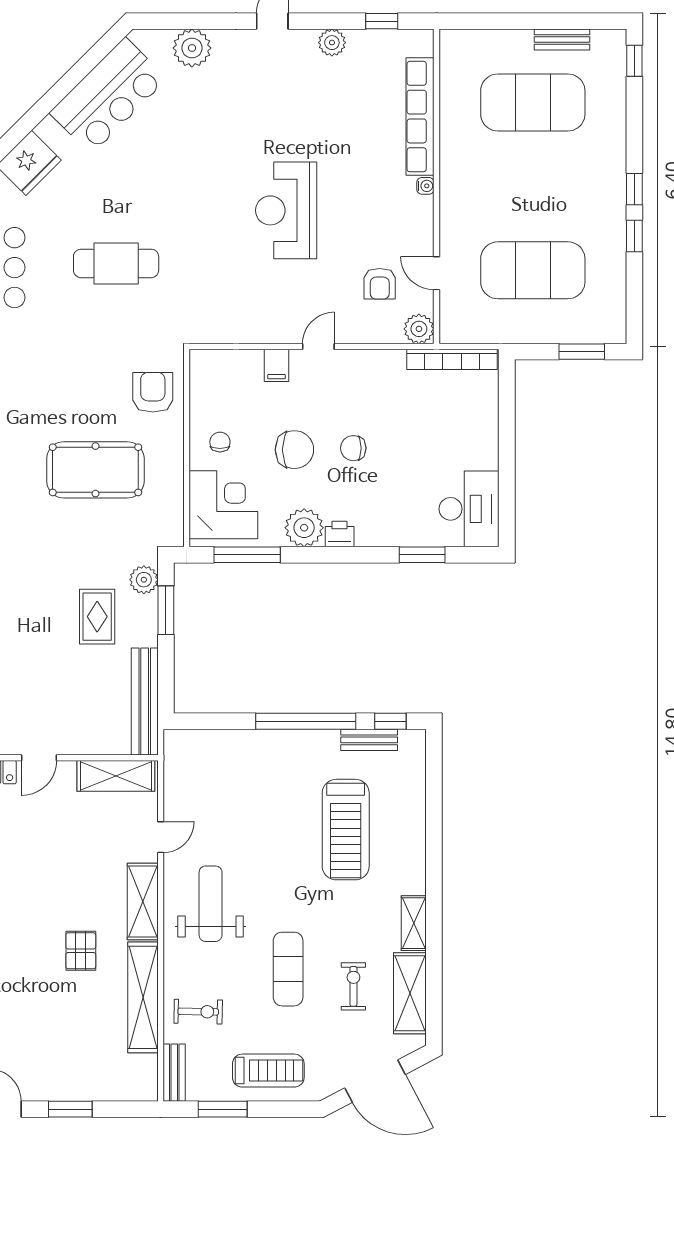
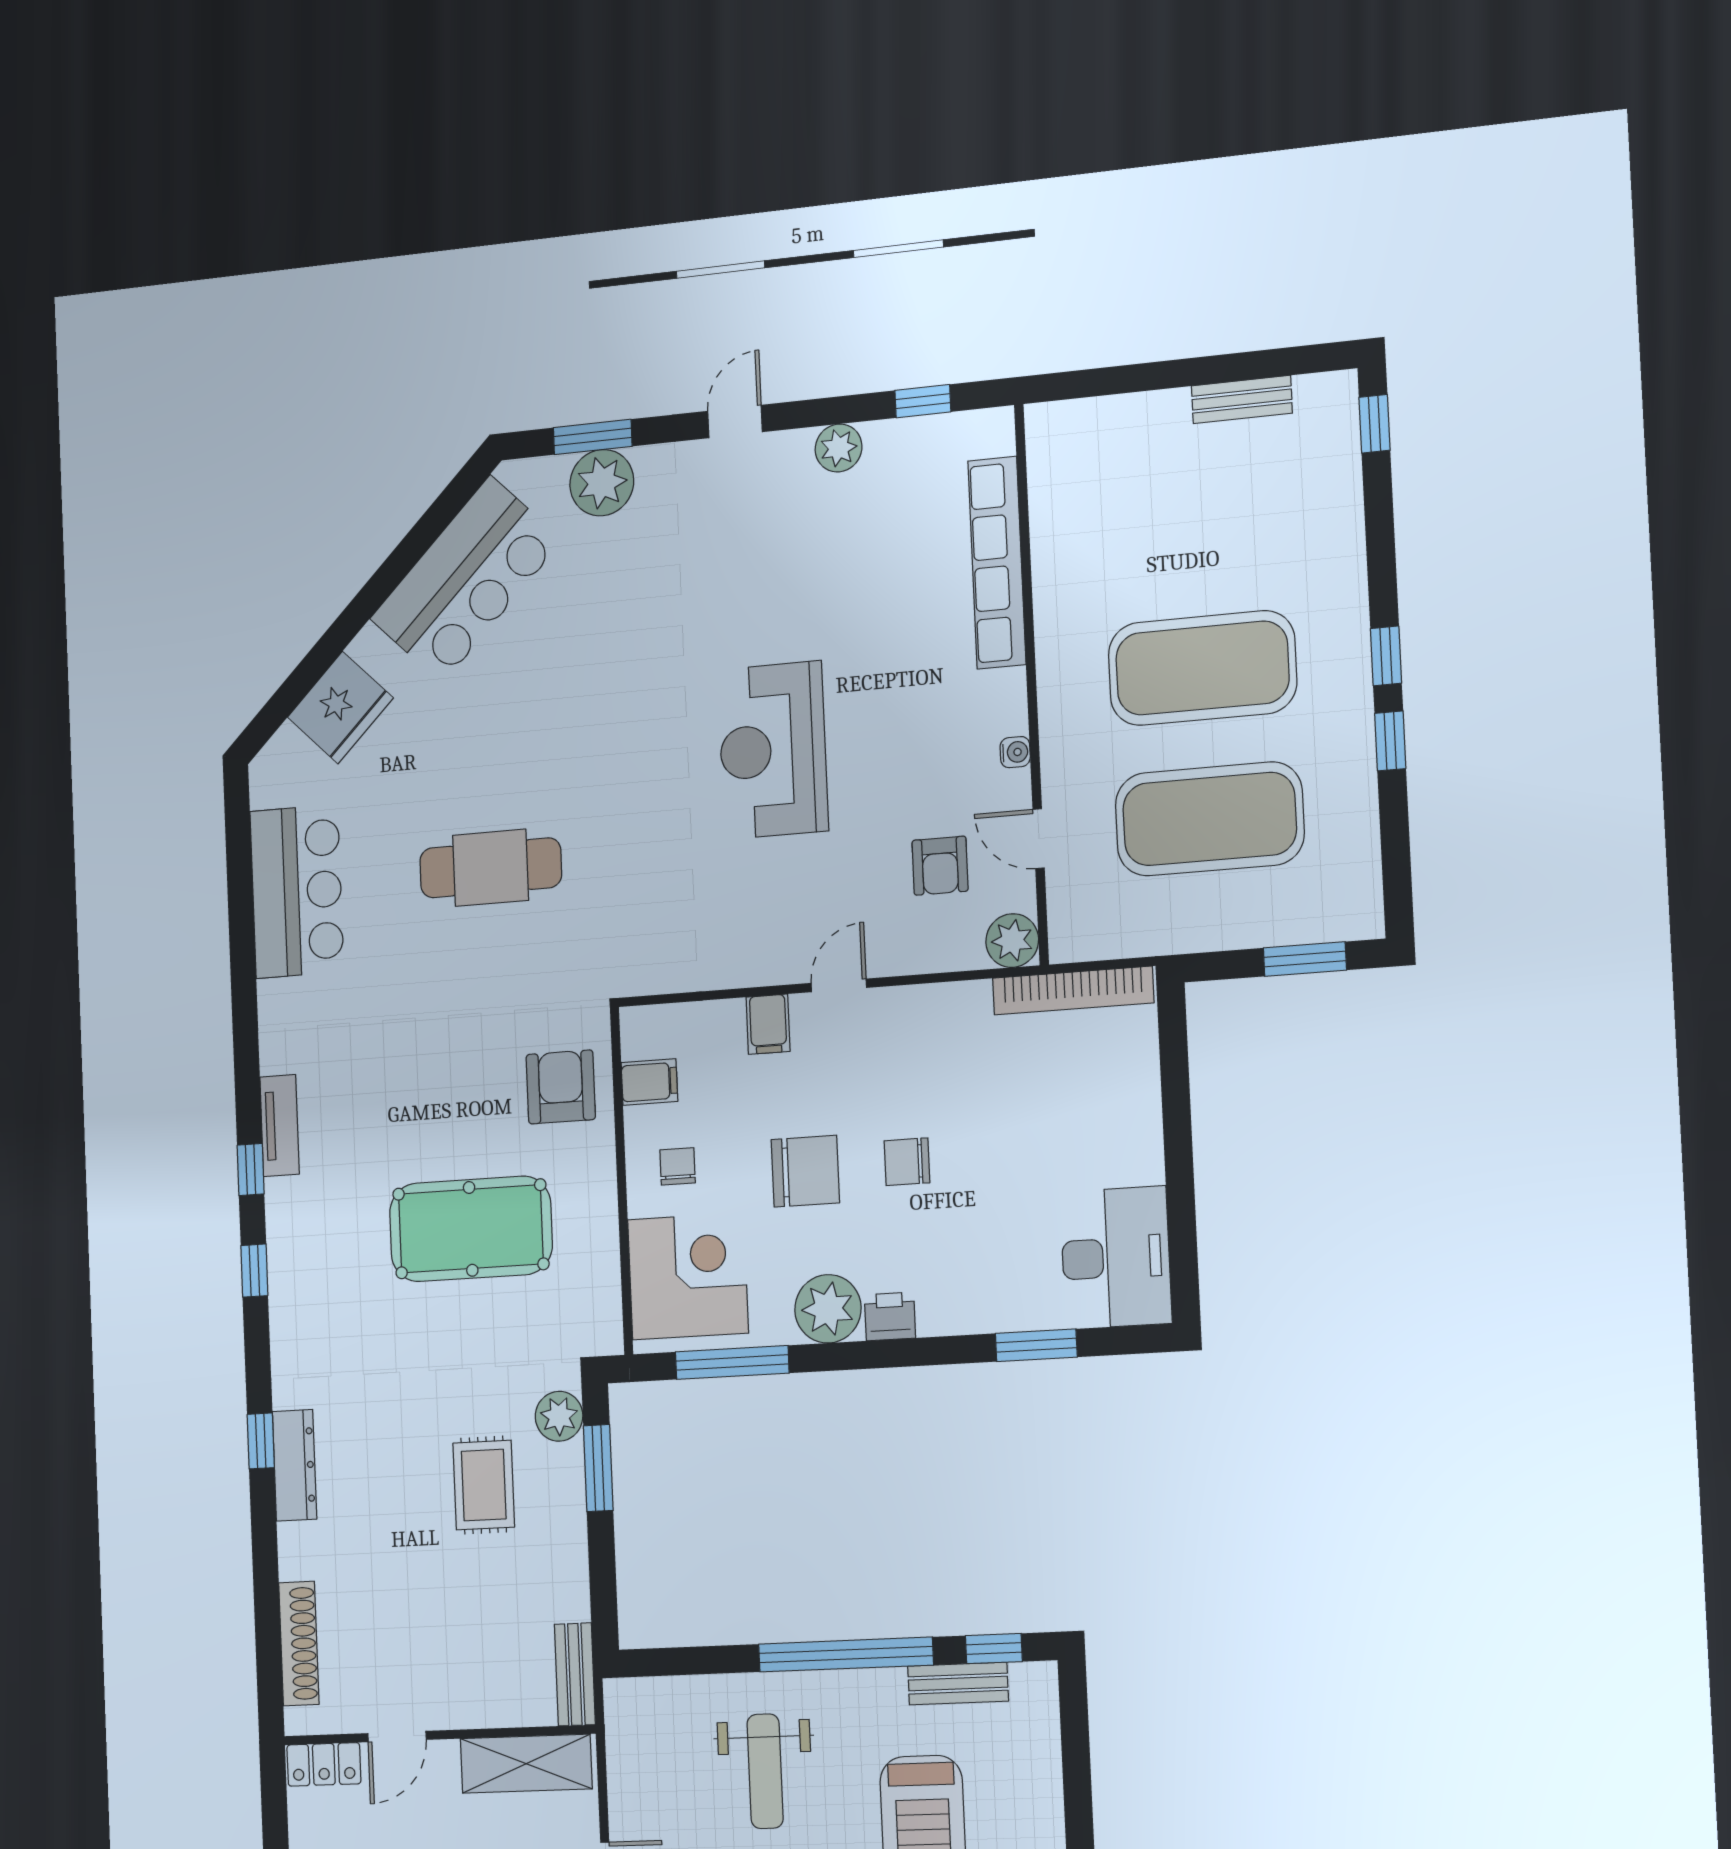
window: (188, 21) -> (593, 437), added
exercise mat: (533, 102) -> (1202, 668), moved
water cooler: (425, 186) -> (1015, 752), moved
filing cabinet: (205, 393) -> (649, 1082), added
bench: (145, 701) -> (575, 1674), width x0.54, depth x0.82
weight bench: (256, 785) -> (765, 1771), added

